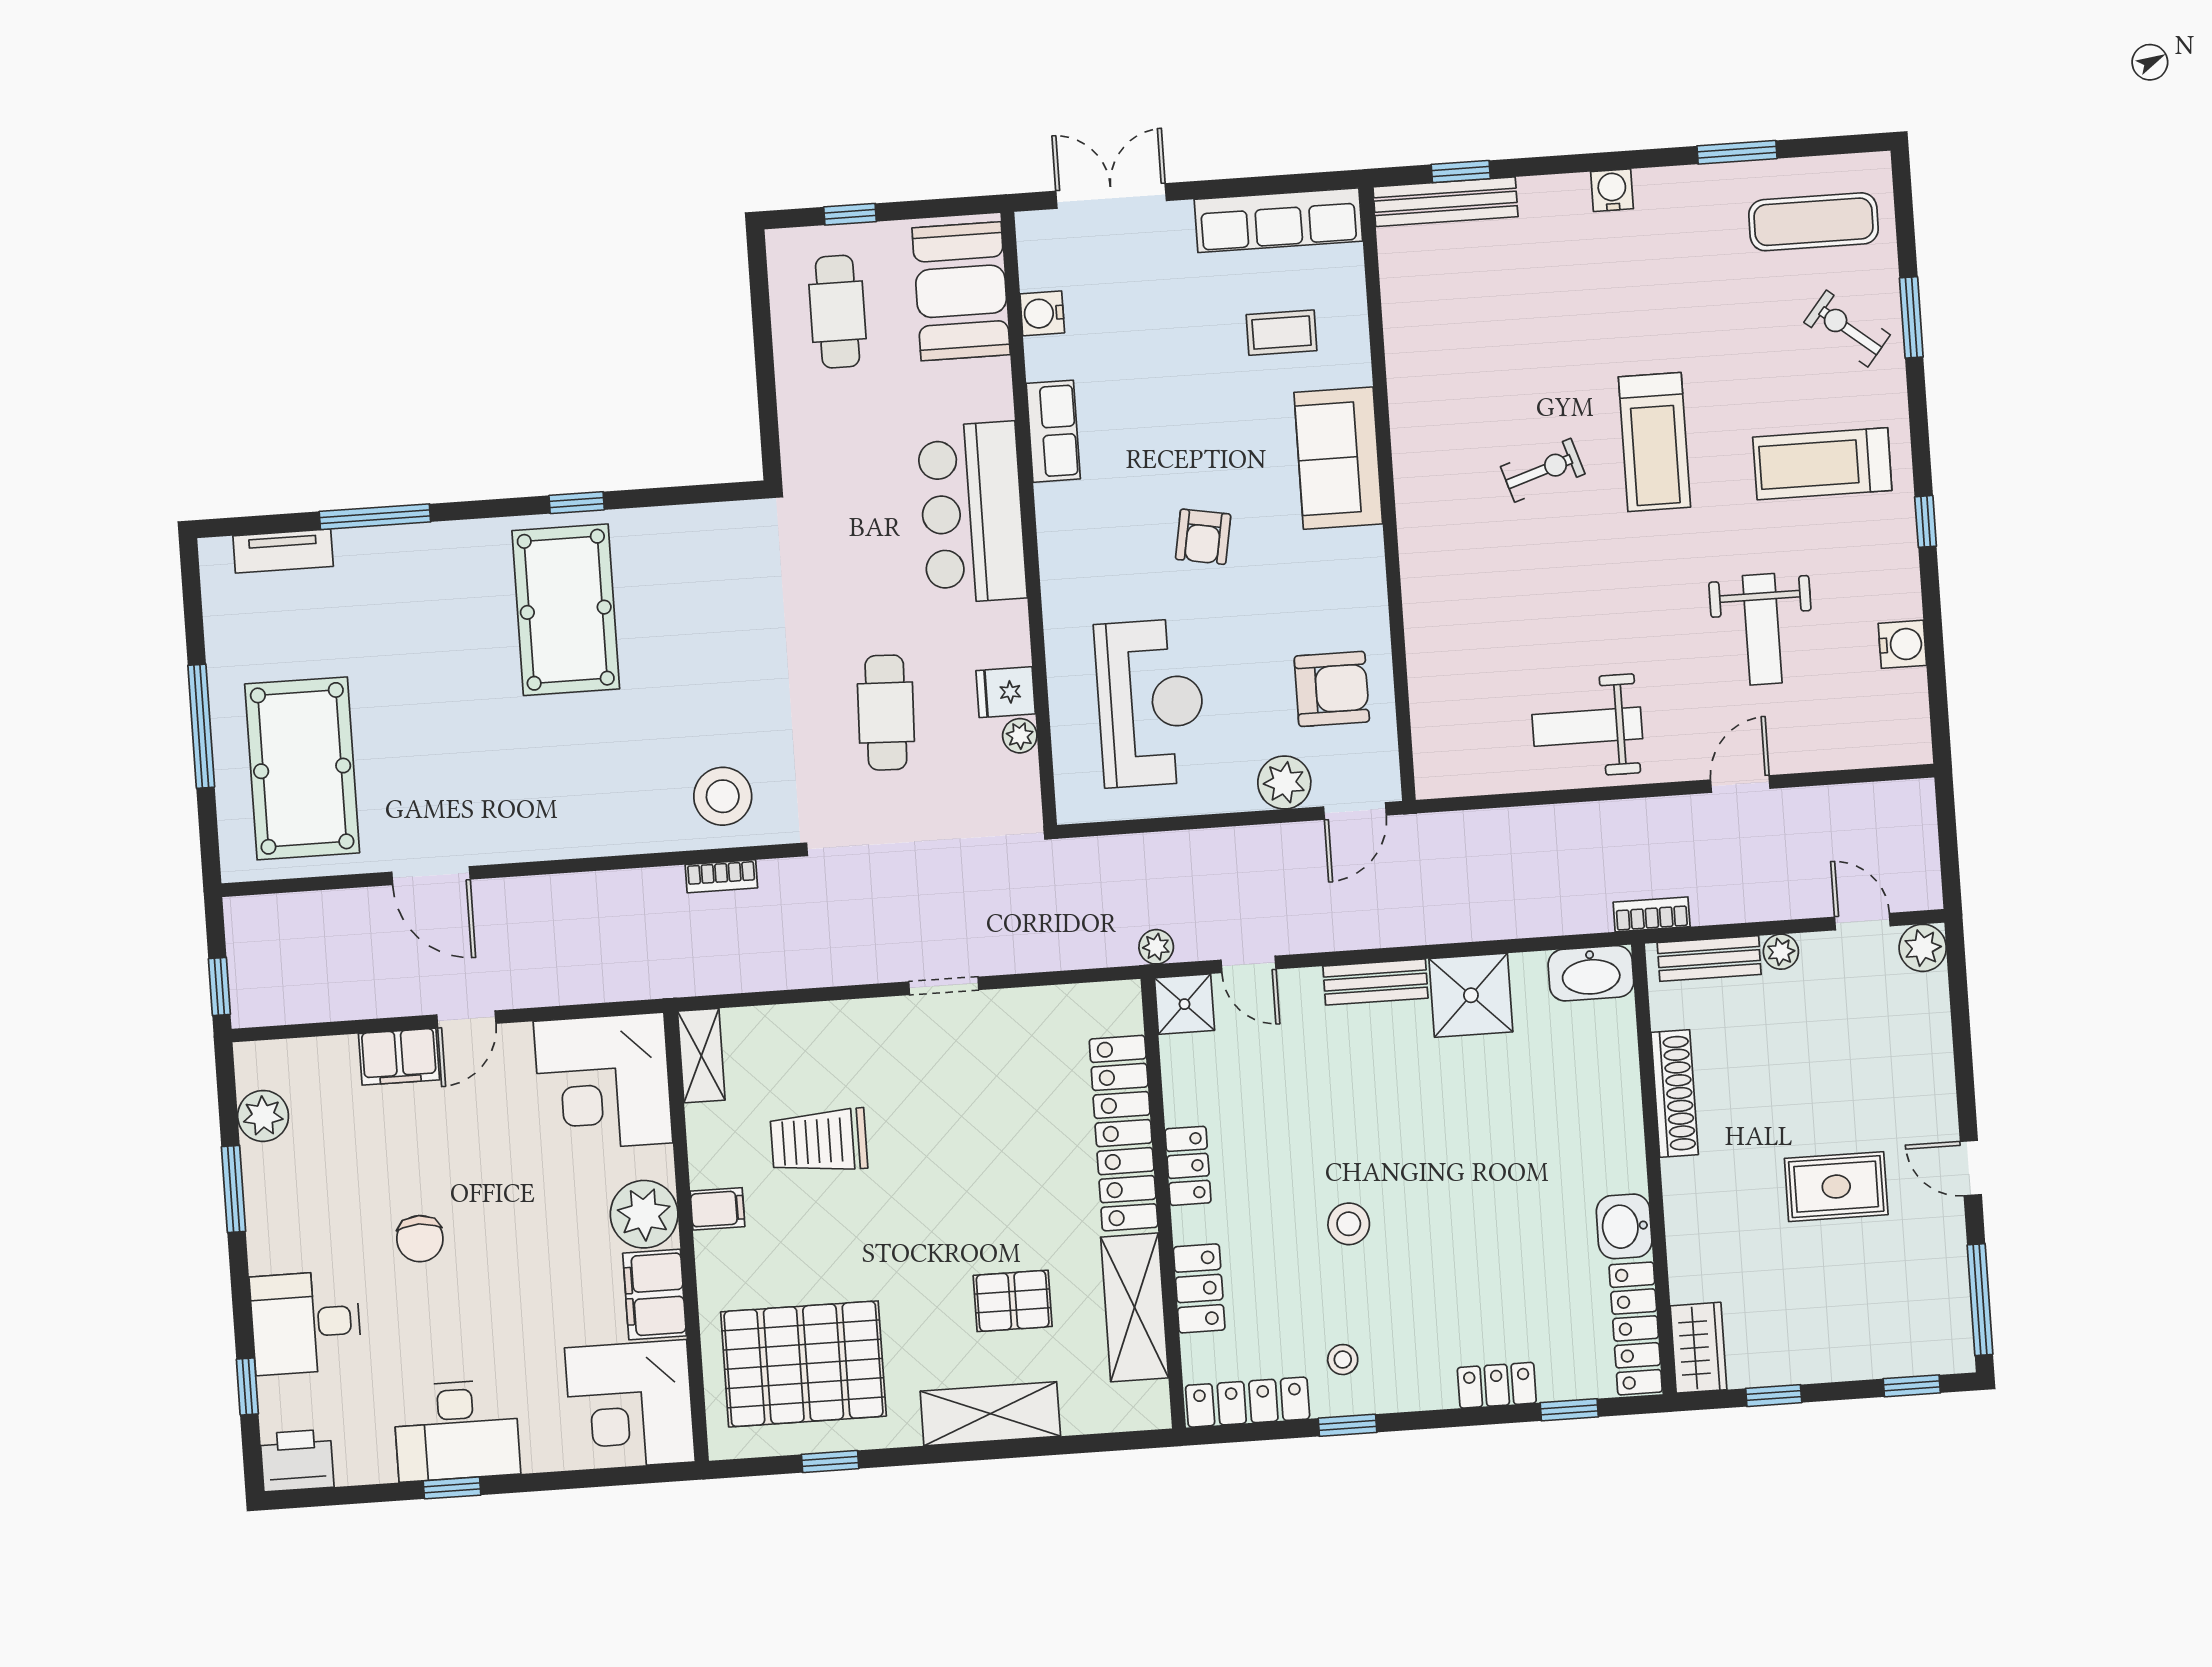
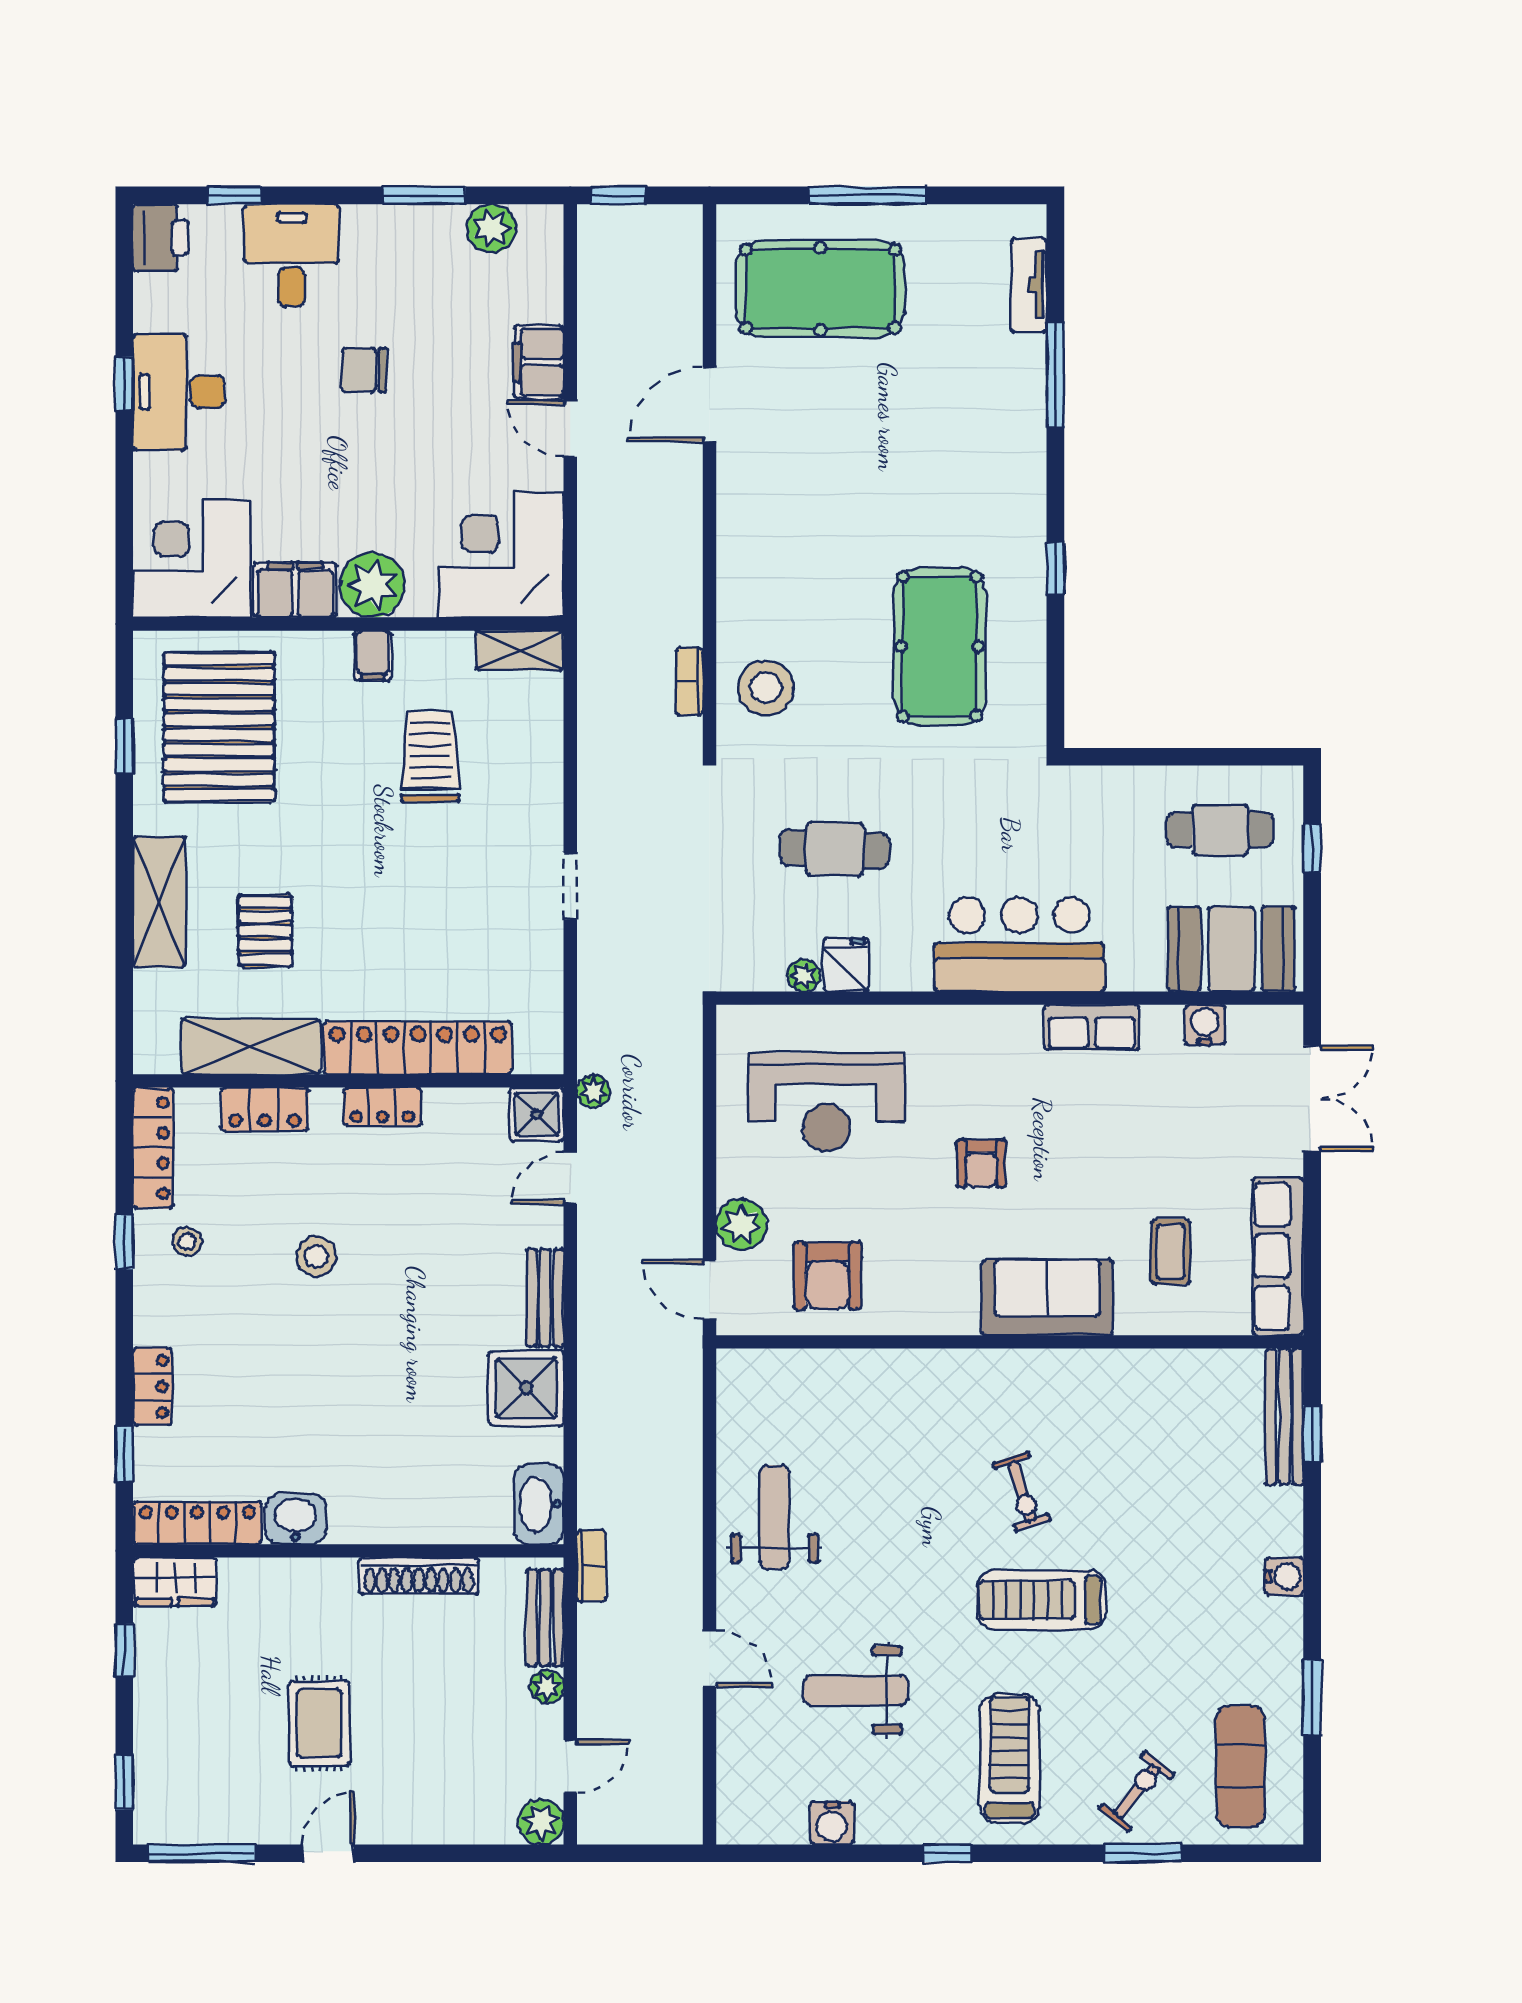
armchair: (1203, 537) -> (981, 1163), turned -100
pool table: (566, 610) -> (940, 647), moved, turned 90

